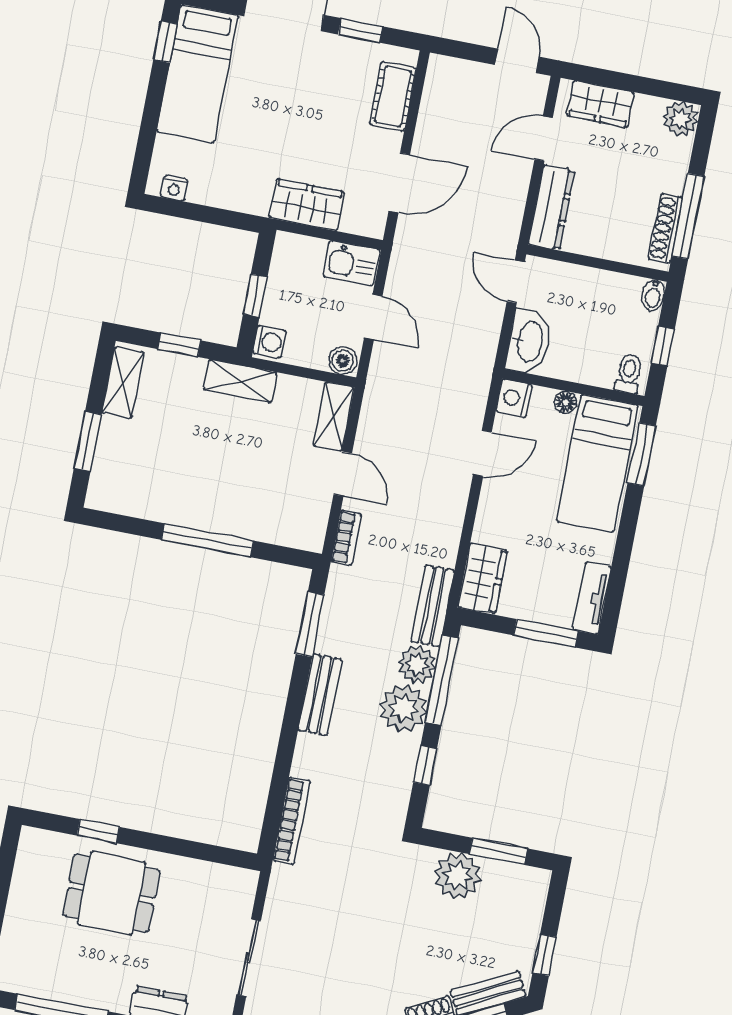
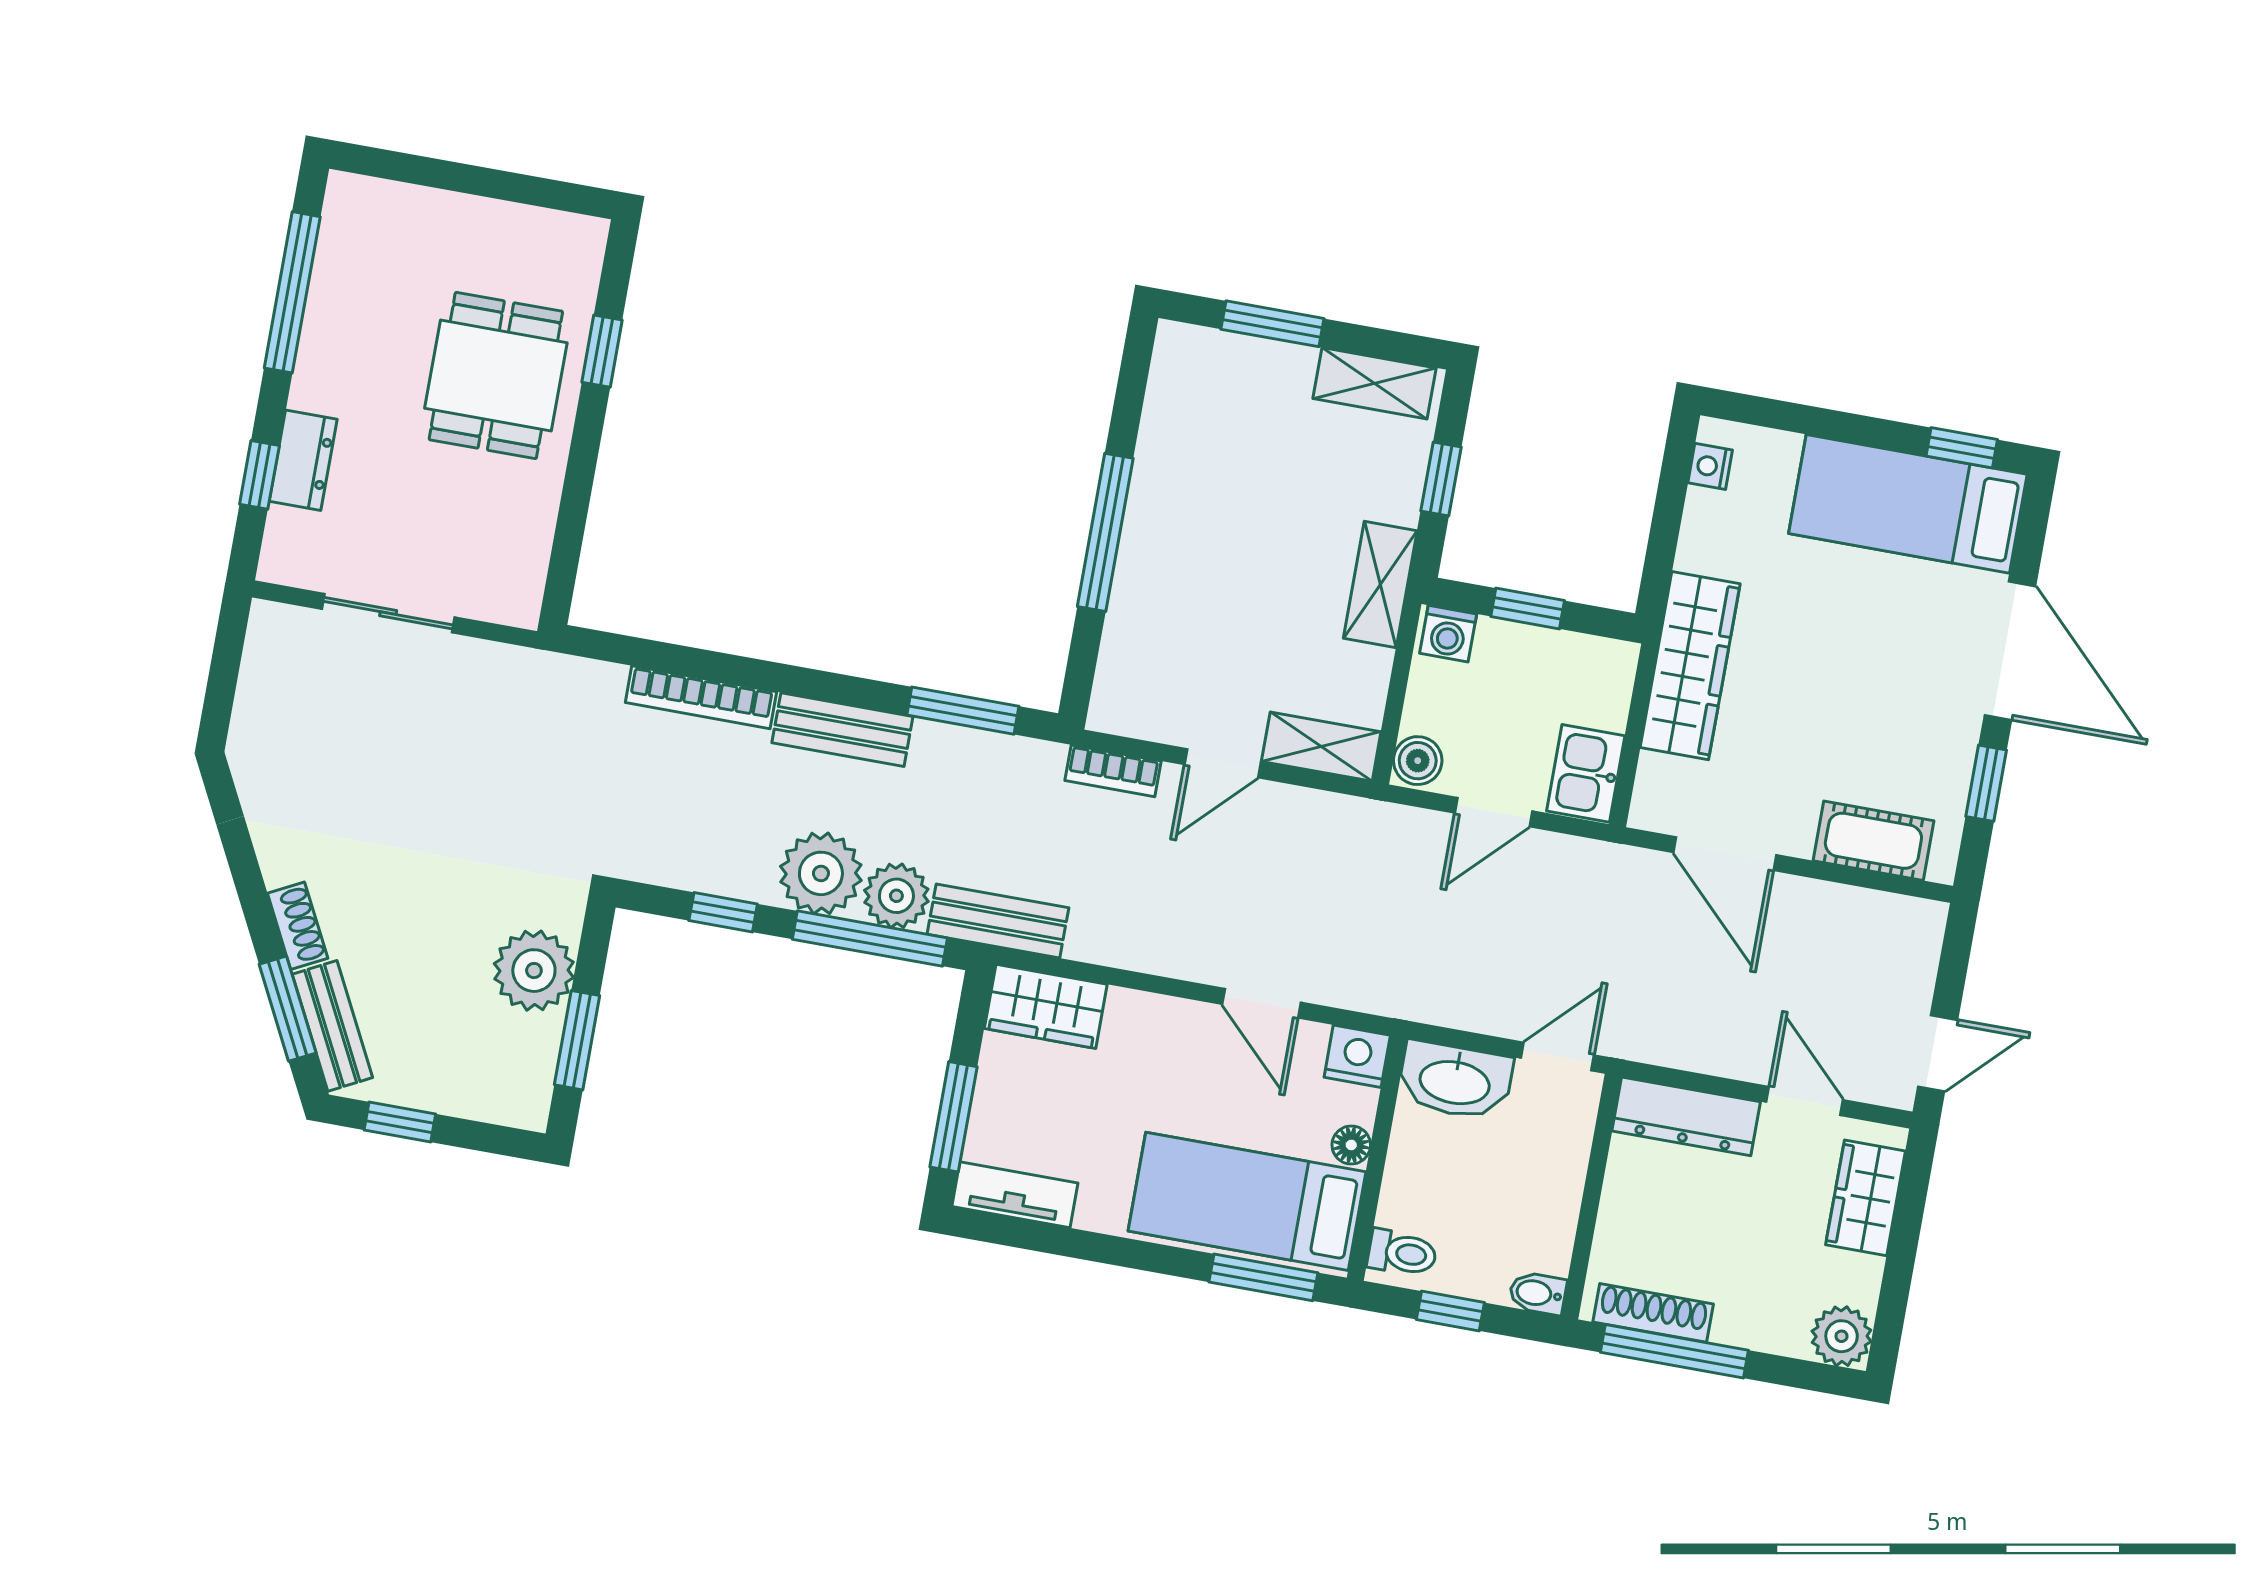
wardrobe: (307, 205) -> (1690, 666), width x1.50
bookcase: (291, 821) -> (701, 697), moved

